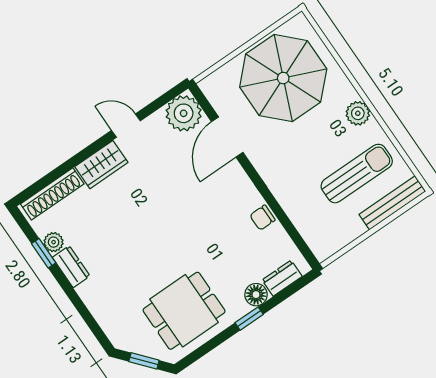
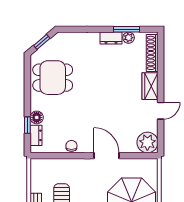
door: (227, 137) -> (106, 156), moved
window: (44, 253) -> (126, 29), width x1.50
dining table: (184, 311) -> (53, 78), turned 90
window: (249, 319) -> (27, 125), moved

